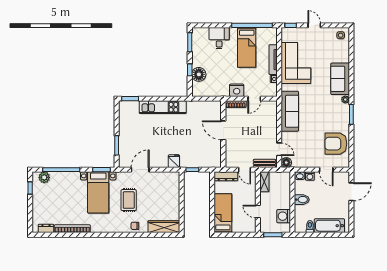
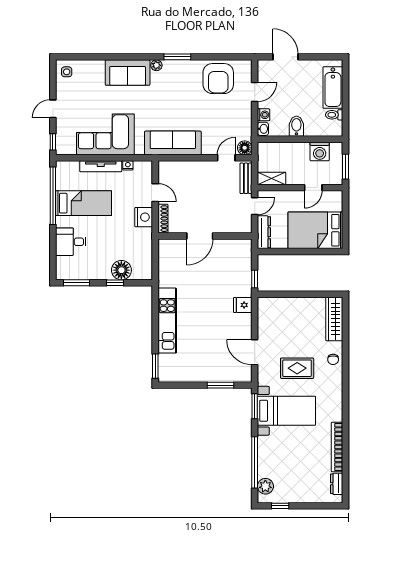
bed: (223, 213) -> (315, 230), width x1.50

